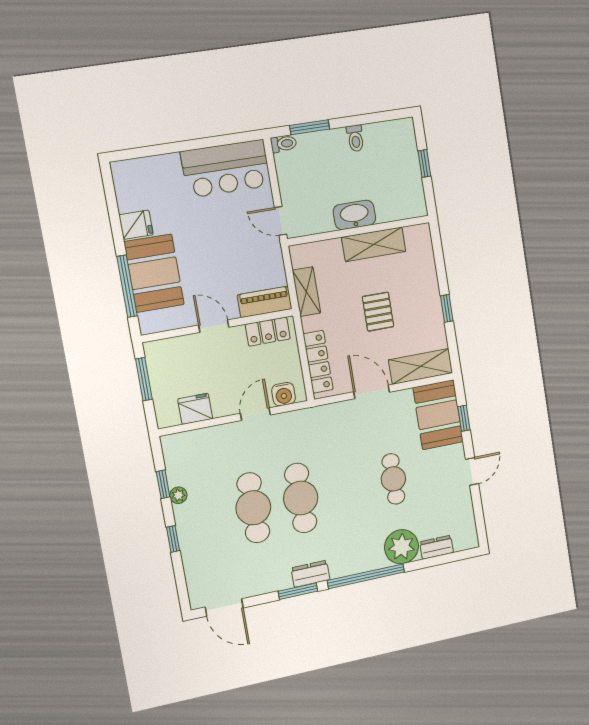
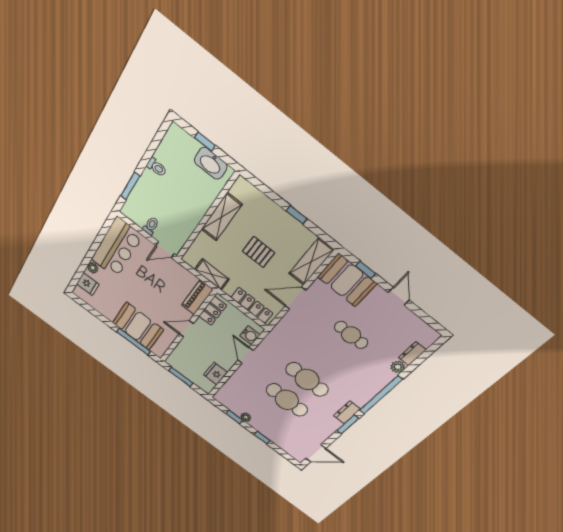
toilet: (284, 144) -> (151, 226), moved
plant: (171, 162) -> (93, 268), added
washbasin: (354, 215) -> (211, 163), moved, turned -90
fridge: (136, 225) -> (88, 284), moved, turned 90
plant: (402, 547) -> (398, 367), width x0.53, depth x0.53

